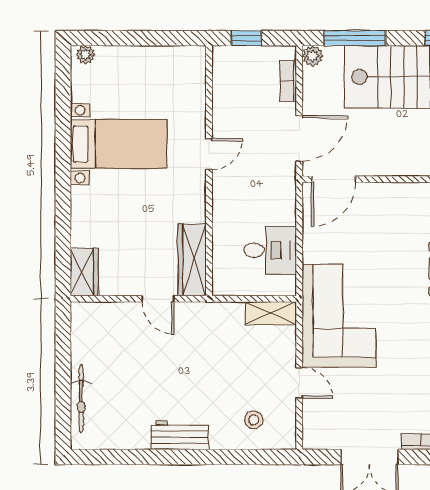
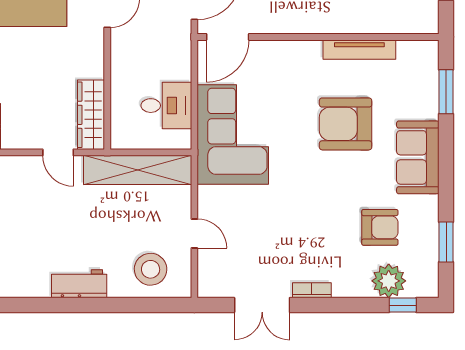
shelving: (271, 313) -> (138, 170), width x2.20, depth x1.33
corner sofa: (339, 316) -> (233, 135), moved
stool: (254, 420) -> (151, 269), width x1.89, depth x1.89

